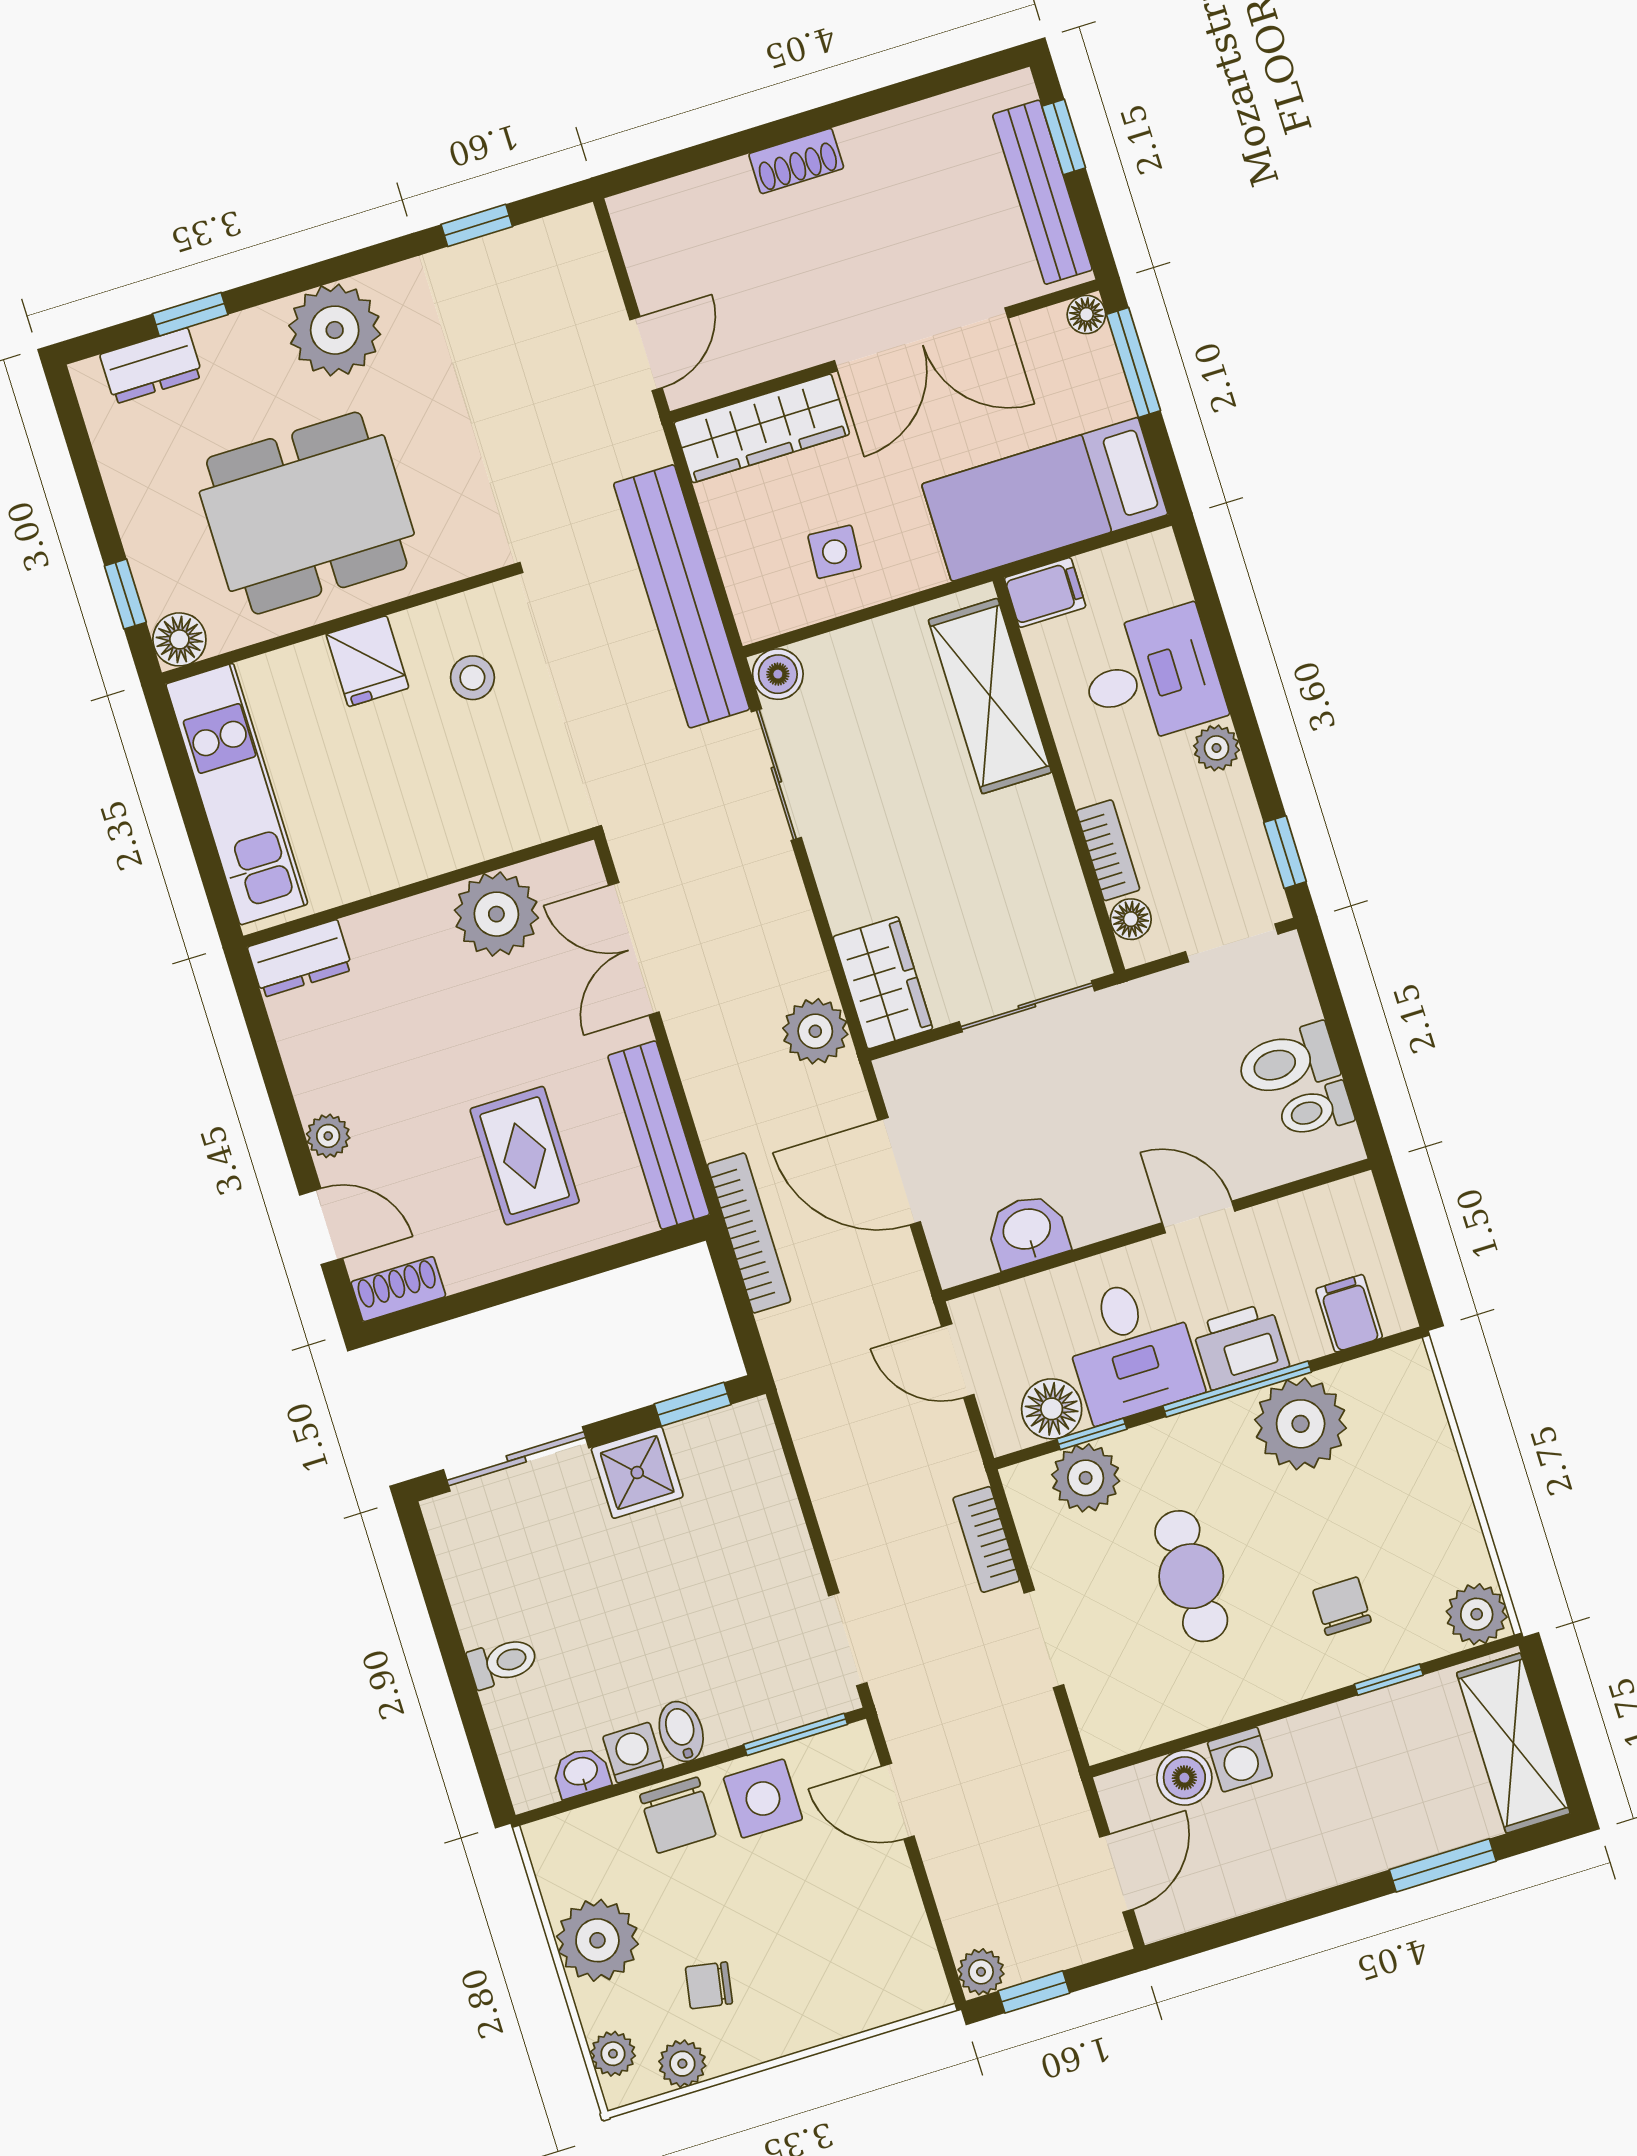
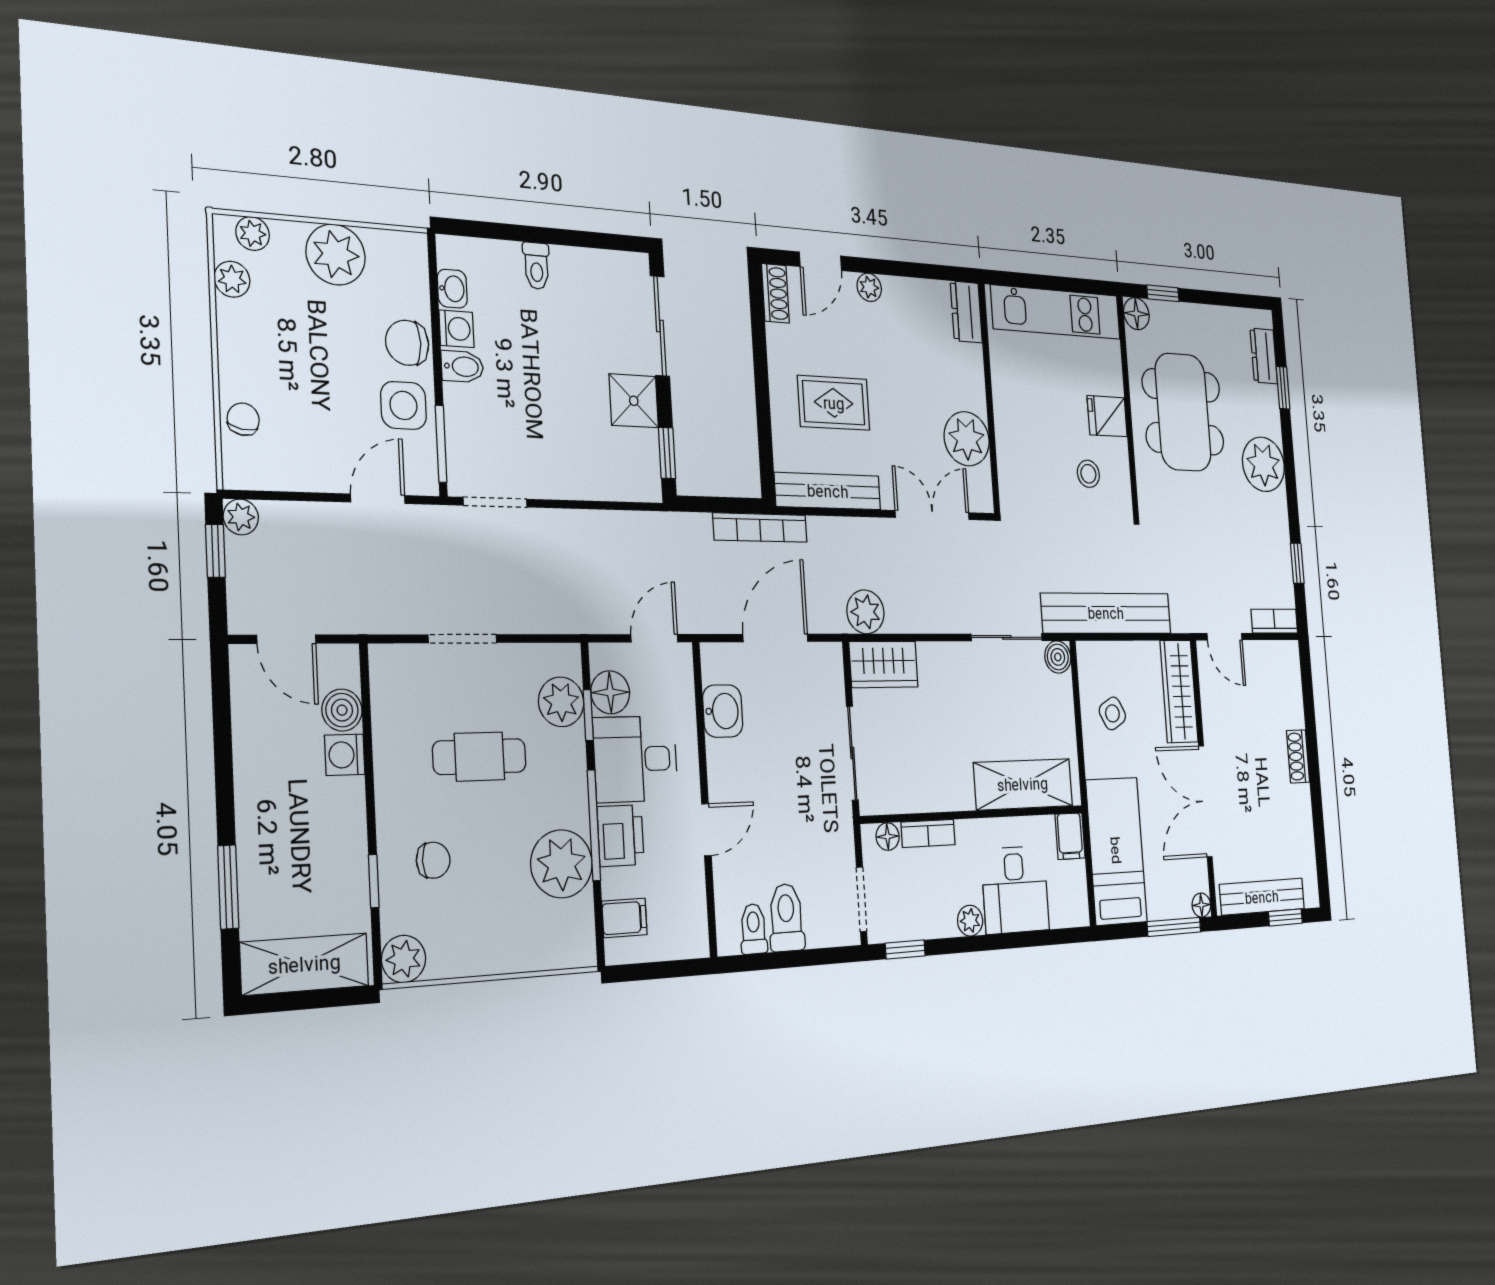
side table: (835, 552) -> (1112, 713), turned -33
bookcase: (986, 1539) -> (1274, 621), moved
chair: (709, 1985) -> (243, 419), moved

